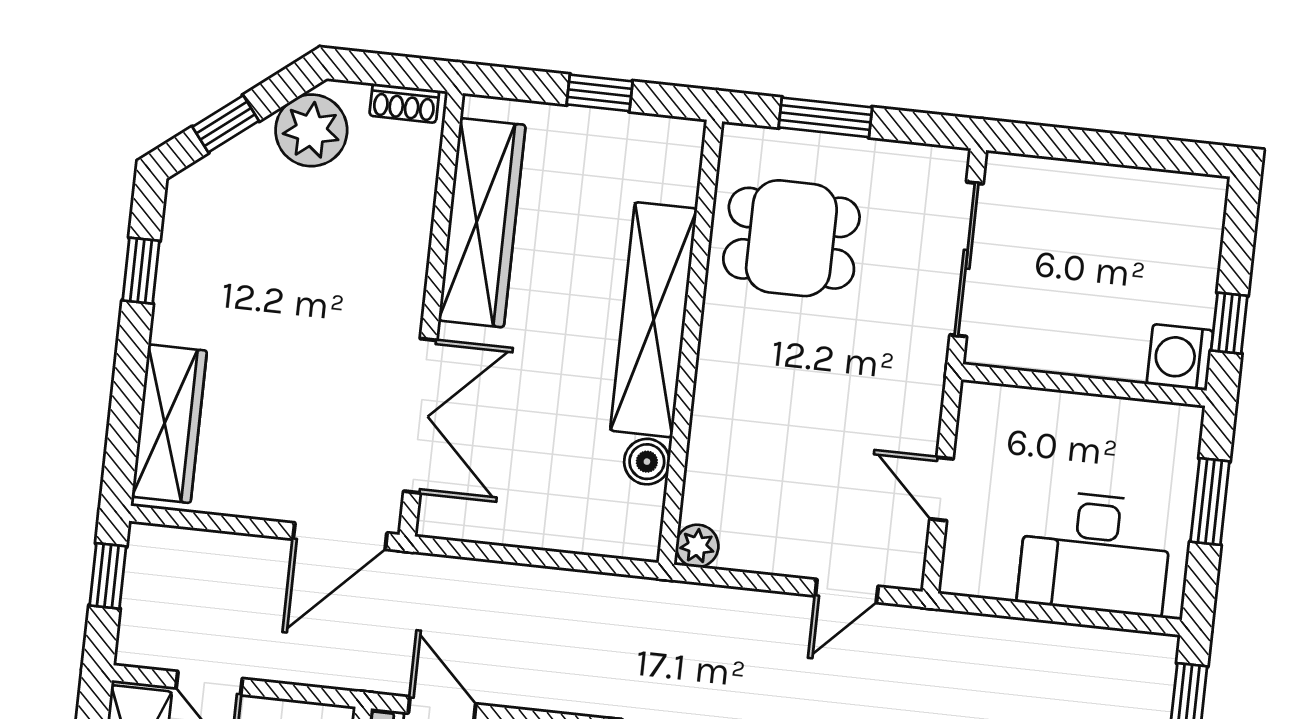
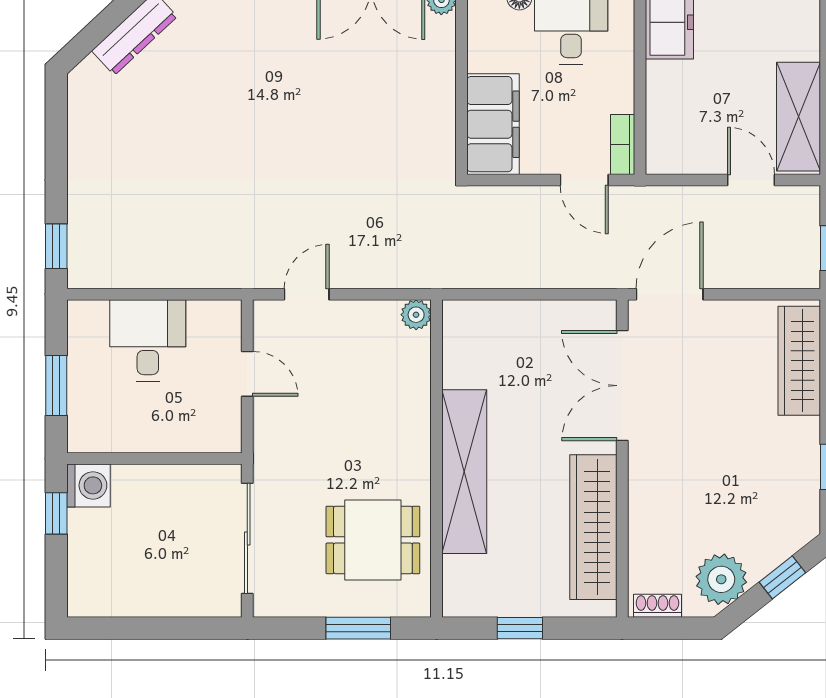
boiler: (647, 462) -> (458, 371), removed
desk: (1095, 553) -> (148, 340), width x0.73

